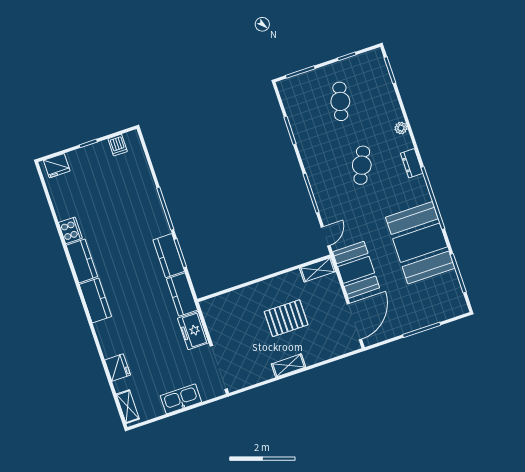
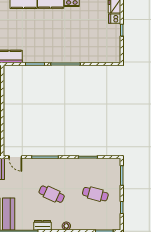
dishwasher: (118, 145) -> (115, 19), moved
kitchen counter: (169, 256) -> (36, 56), removed

